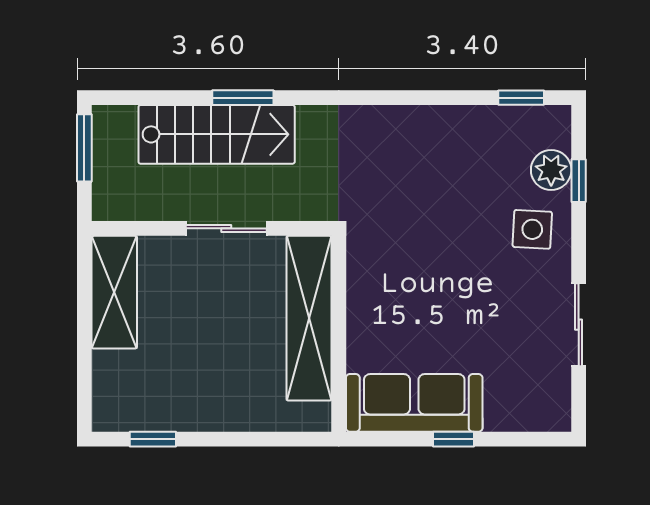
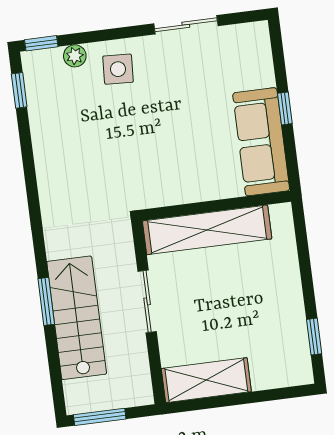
plant: (551, 170) -> (75, 56), width x0.73, depth x0.73
window: (579, 181) -> (41, 43), moved

